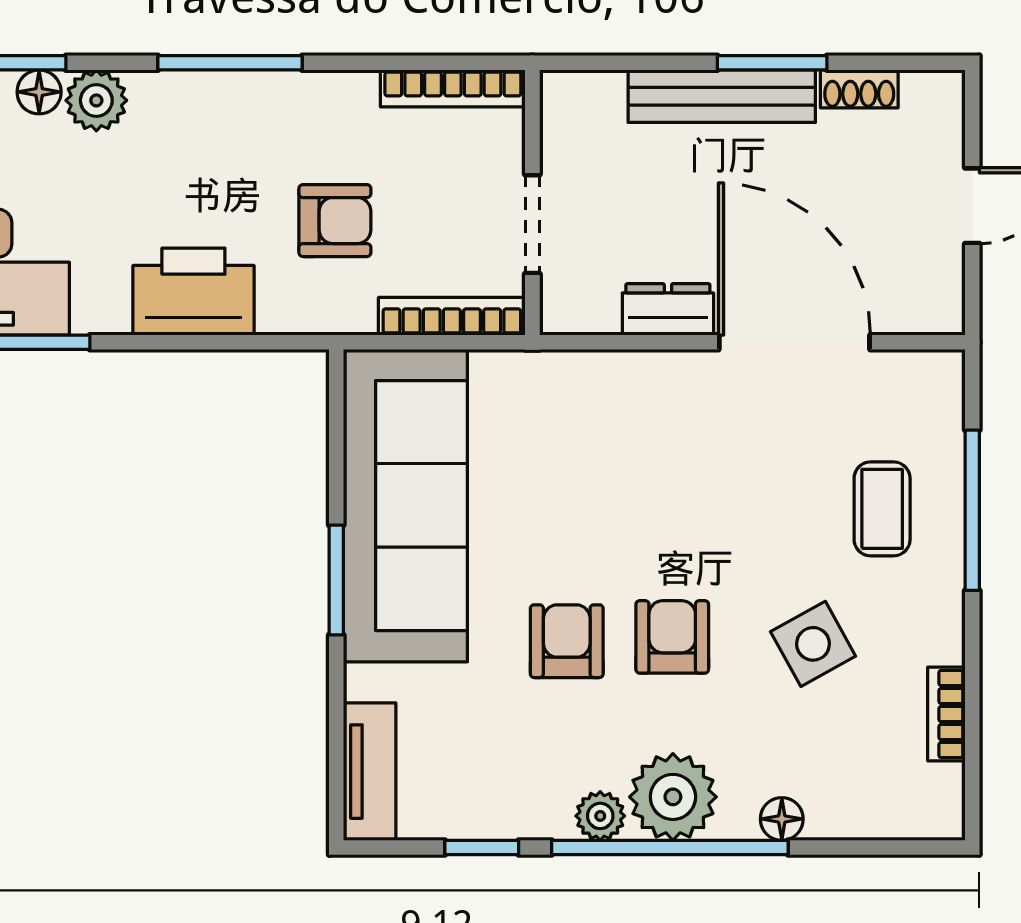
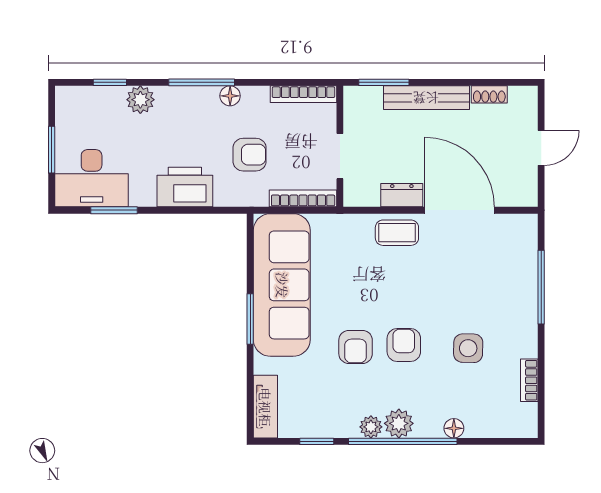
window: (772, 63) -> (384, 82), moved
floor lamp: (39, 92) -> (230, 96), moved
coffee table: (882, 509) -> (397, 233), moved, turned 90
armchair: (567, 641) -> (356, 347), turned 180
side table: (813, 644) -> (468, 348), turned 30
plant: (673, 797) -> (399, 423), width x0.73, depth x0.73

